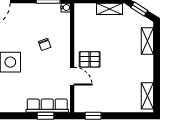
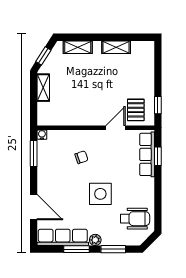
pallet: (90, 59) -> (136, 110), moved
shelving: (147, 96) -> (116, 47), moved

